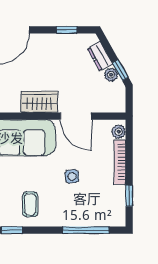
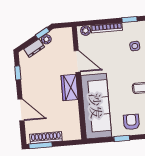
door: (76, 116) -> (77, 61), hinge flipped
side table: (72, 176) -> (135, 46), moved

